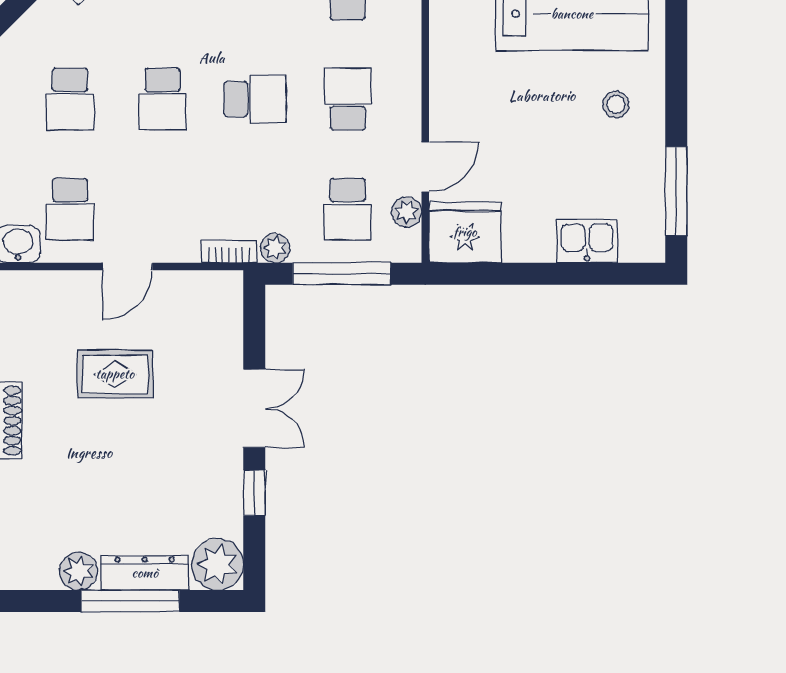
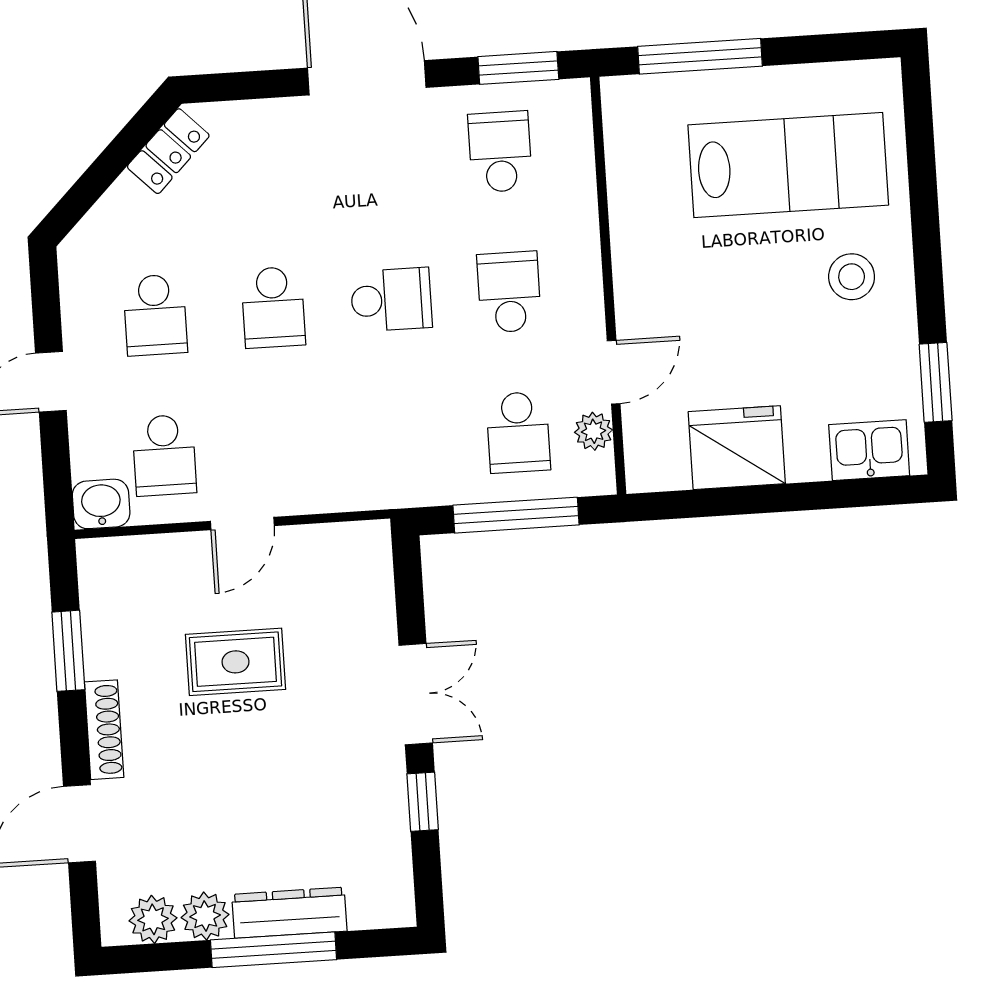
stool: (616, 104) -> (852, 277), width x1.37, depth x1.37
window: (676, 191) -> (936, 382), width x0.69
fridge: (465, 232) -> (737, 448), moved
kitchen sink: (587, 241) -> (869, 450), moved
plant: (275, 248) -> (429, 488), removed
bookcase: (229, 252) -> (371, 496), removed
plant: (218, 564) -> (153, 919), moved, width x0.73, depth x0.73

